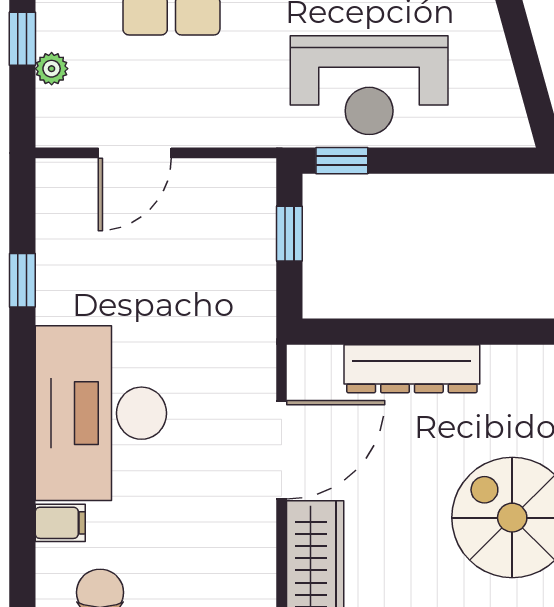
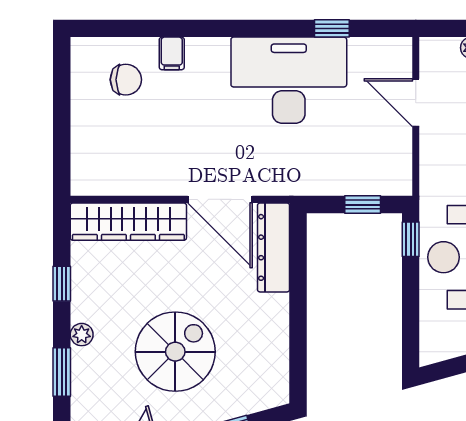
dresser: (412, 369) -> (273, 247), moved
desk: (101, 413) -> (289, 80), moved

